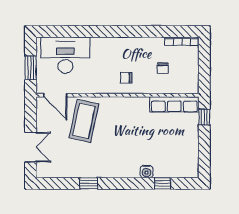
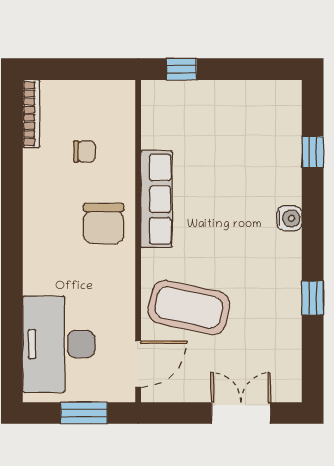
chair: (126, 78) -> (104, 224), width x1.87, depth x1.87
row of seats: (174, 104) -> (156, 199), moved
water cooler: (147, 172) -> (289, 218), moved

